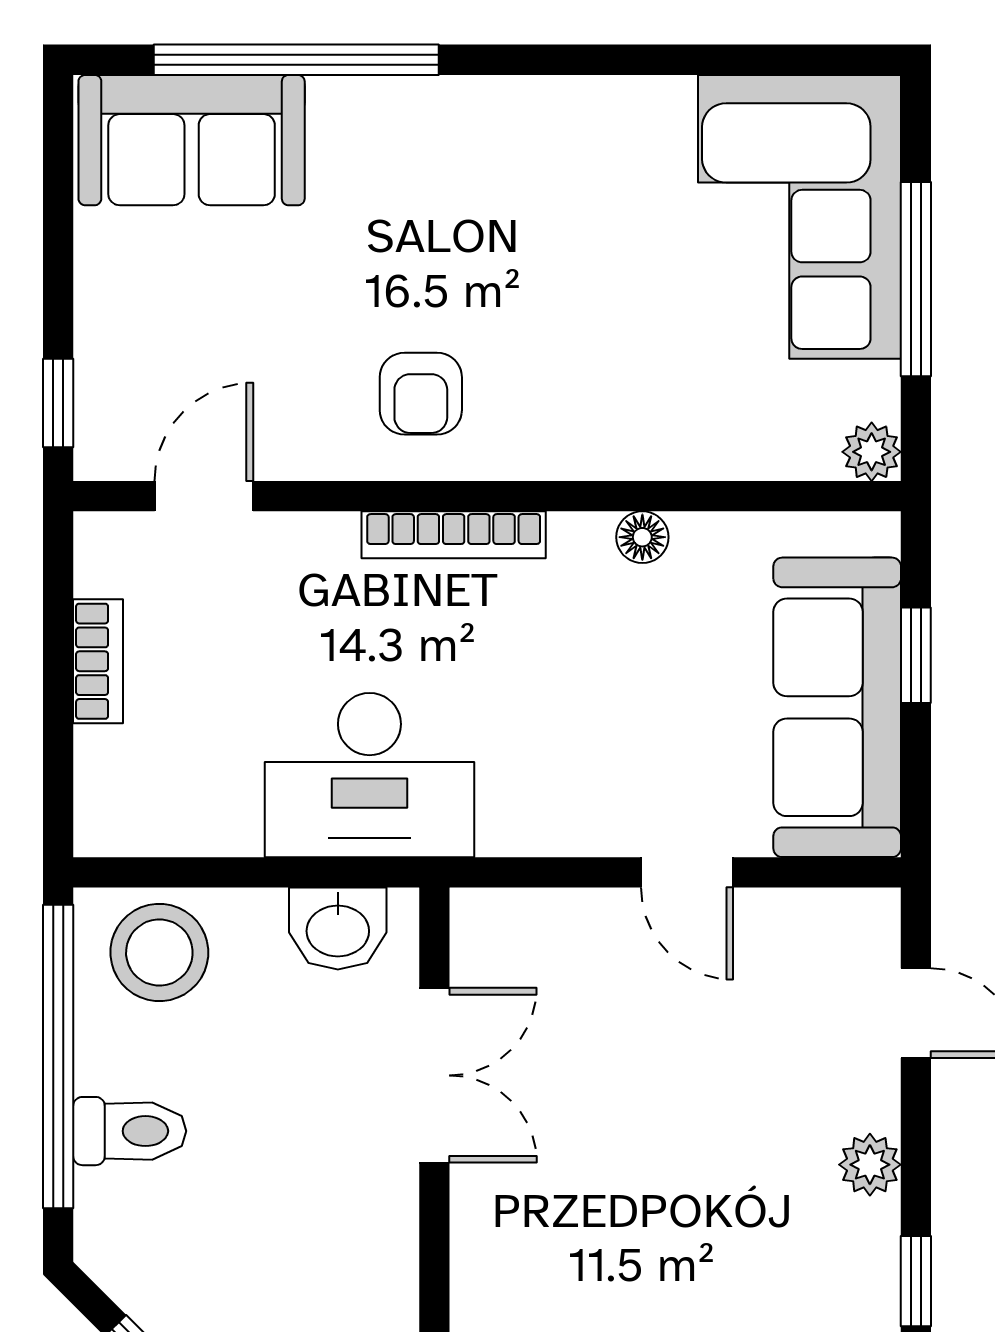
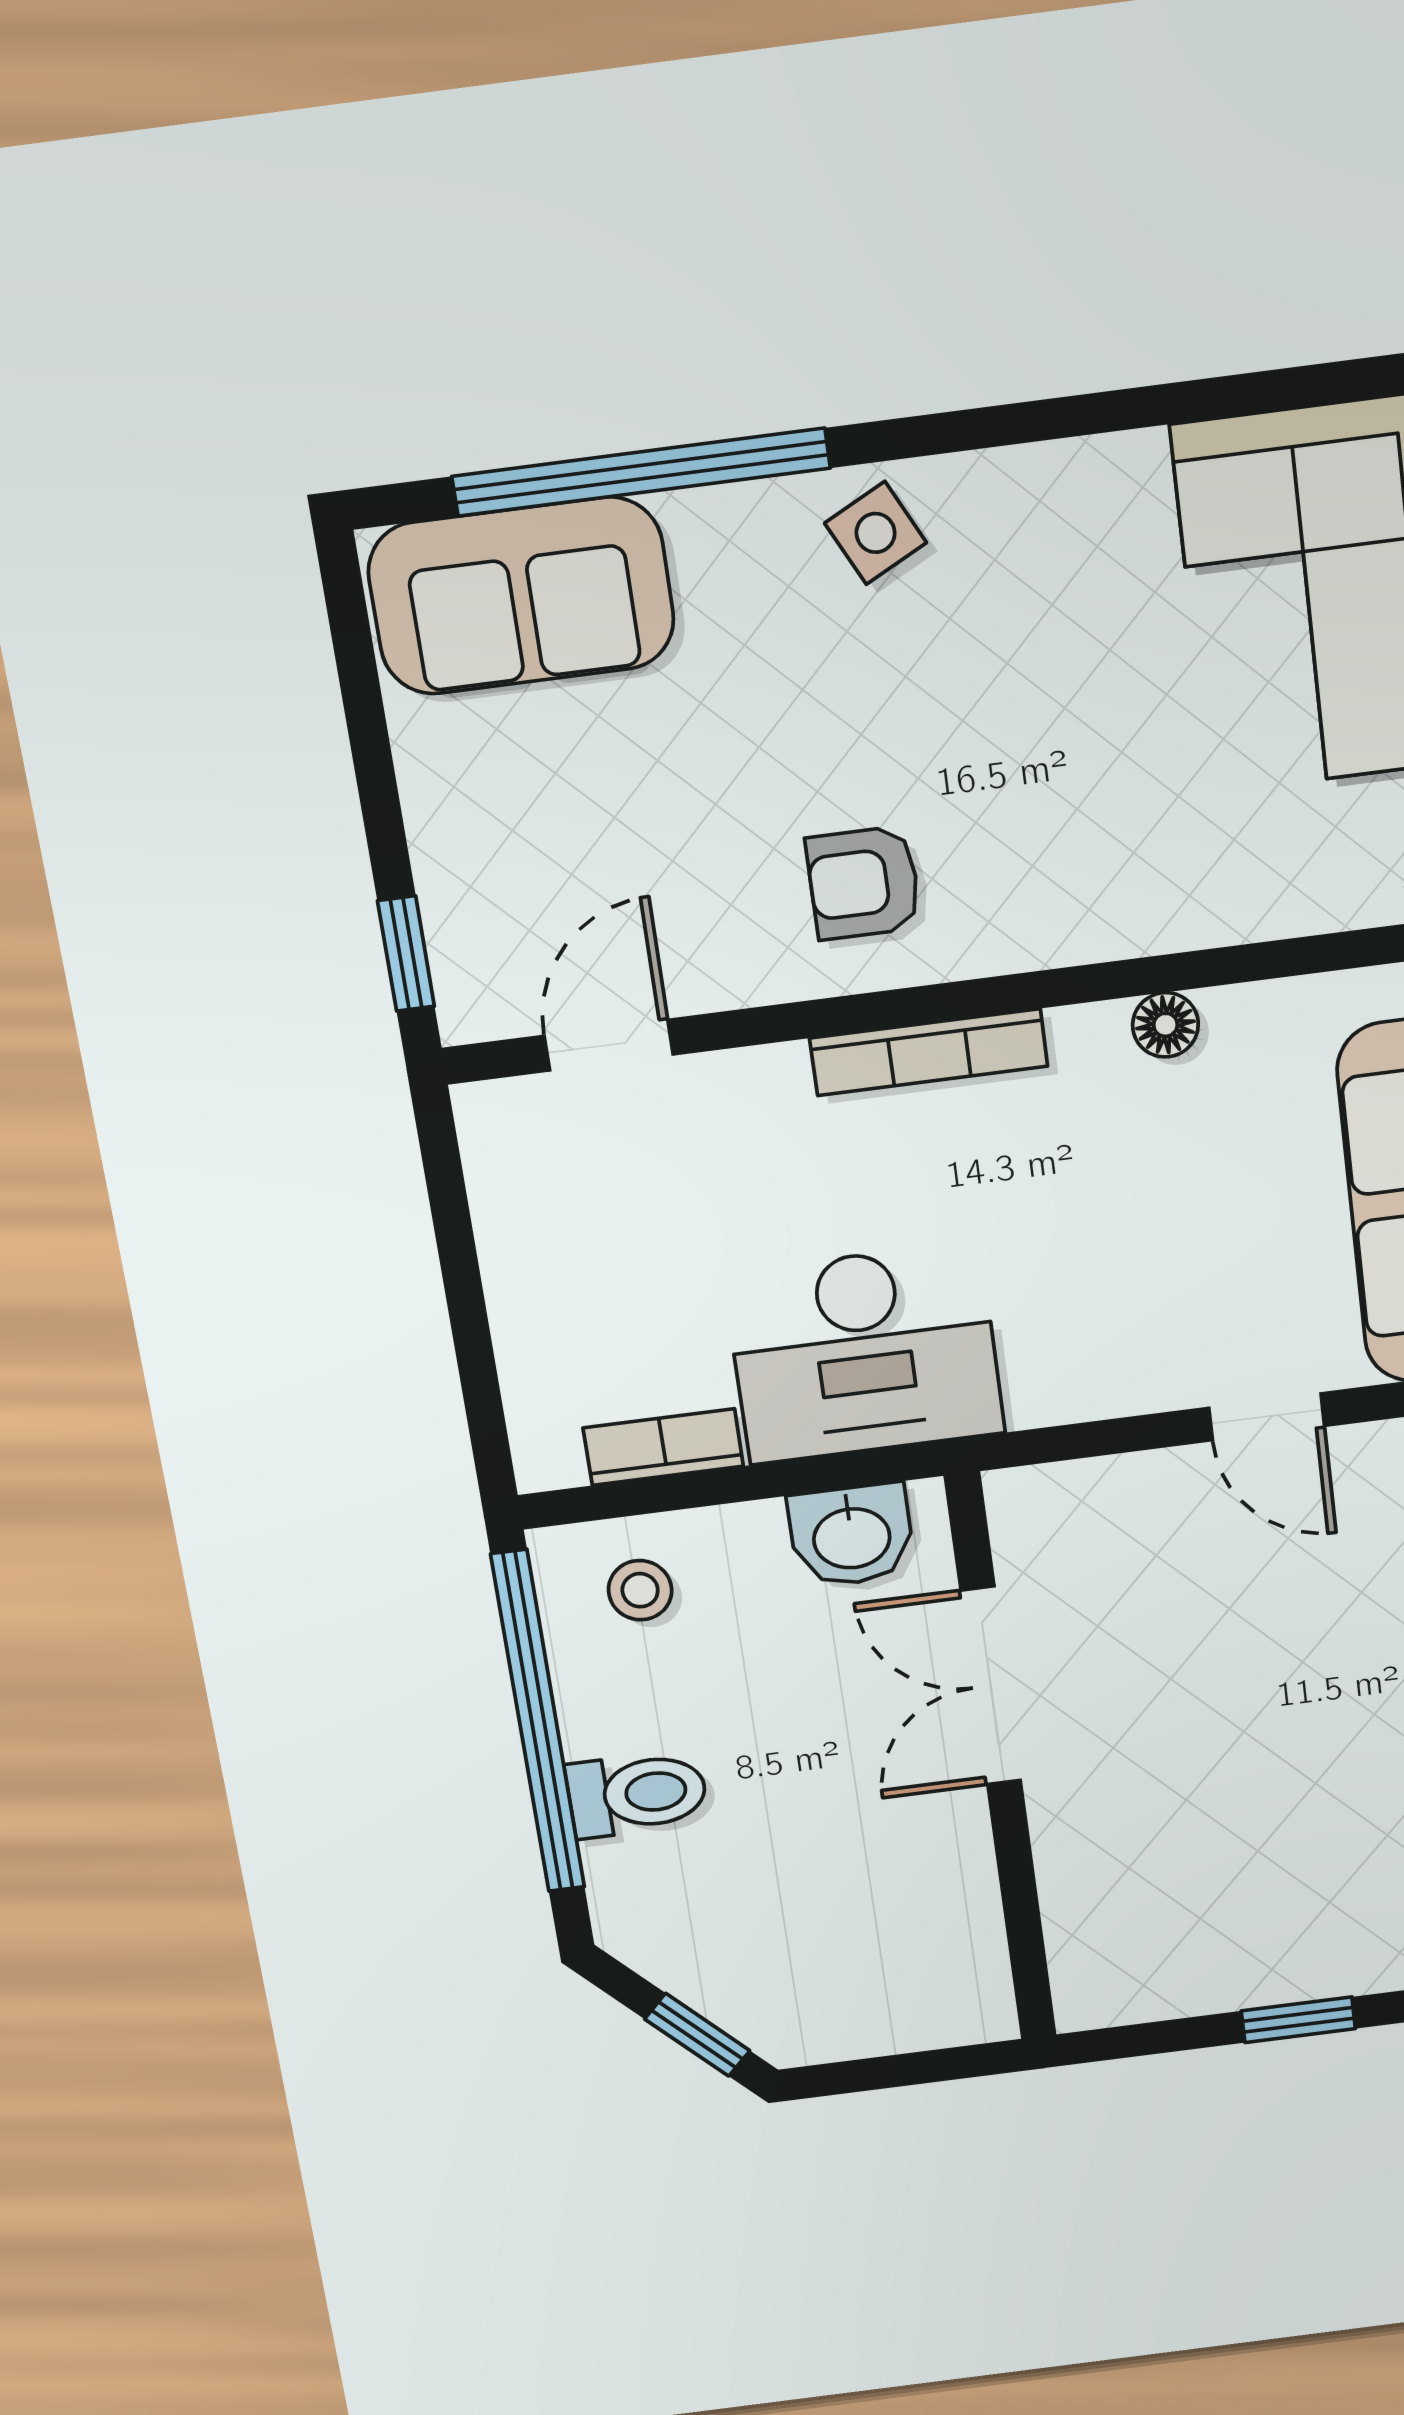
side table: (466, 127) -> (876, 533), added
armchair: (421, 394) -> (864, 883), turned 90
bookcase: (98, 661) -> (663, 1447), moved, turned -90
stool: (159, 952) -> (640, 1590), width x0.53, depth x0.53
double door: (434, 1075) -> (991, 1686), swing flipped

